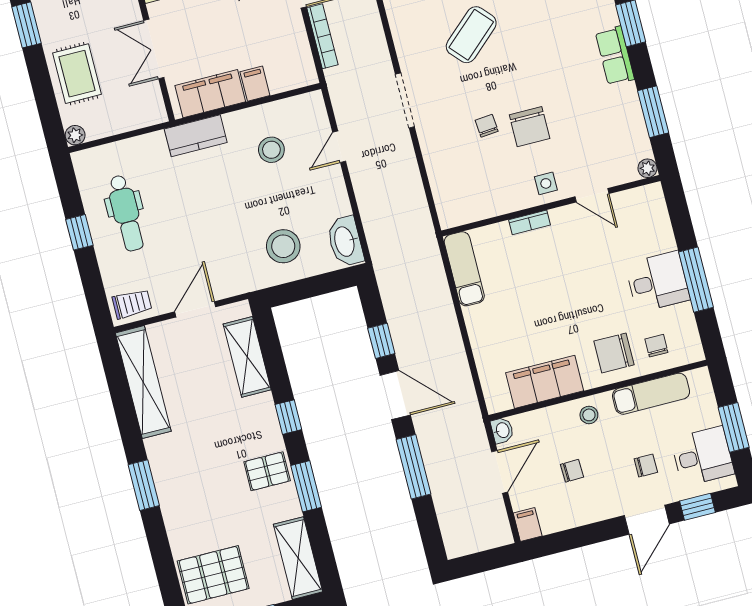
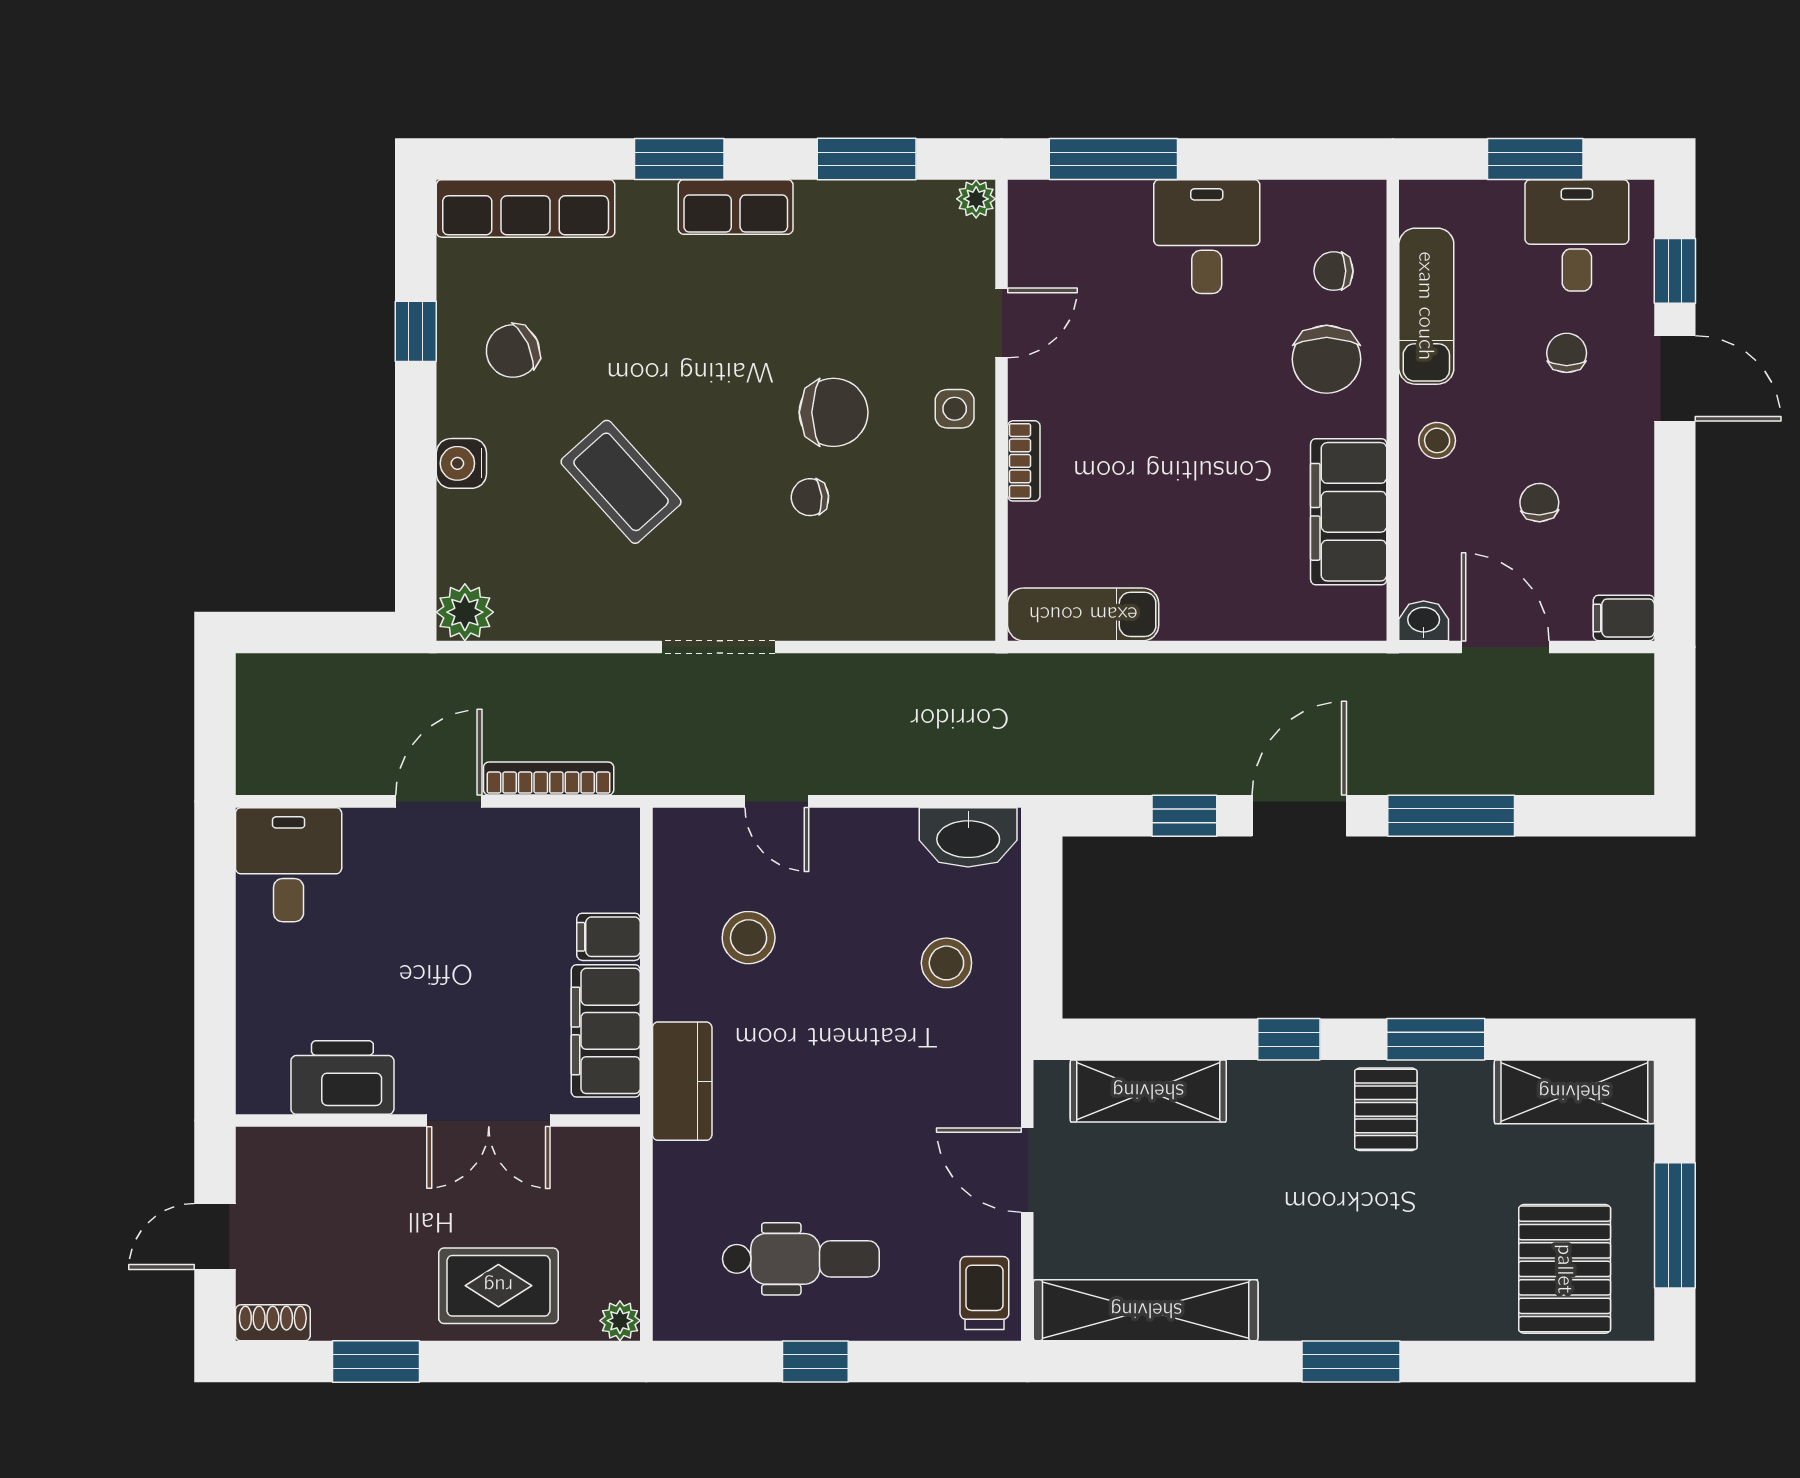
stool: (283, 246) -> (946, 963), width x0.73, depth x0.73
window: (696, 280) -> (1113, 159), moved

